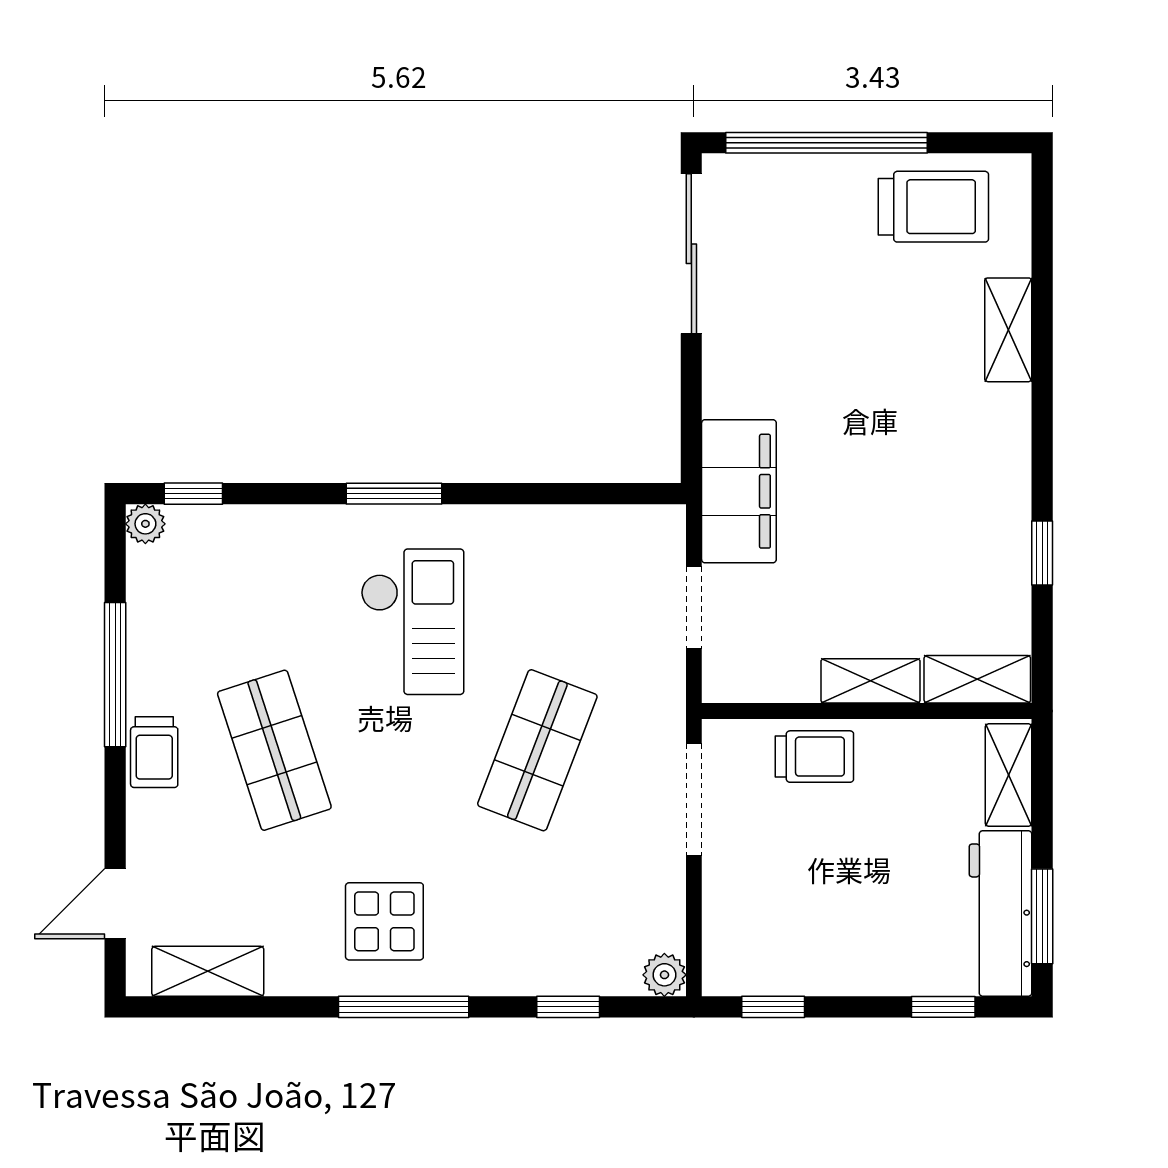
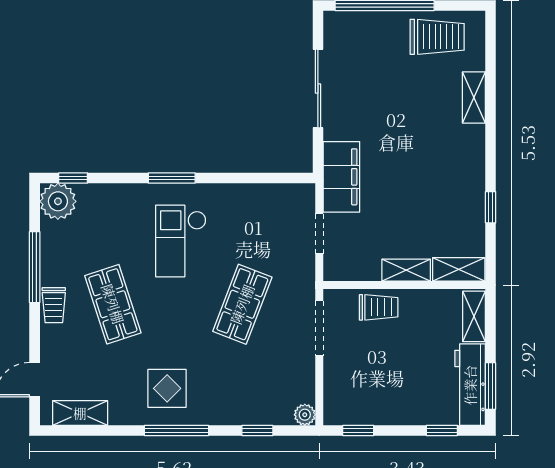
sliding door: (691, 254) -> (318, 89), moved
plant: (145, 524) -> (58, 201), width x1.88, depth x1.88
checkout: (412, 622) -> (181, 241), turned 180

